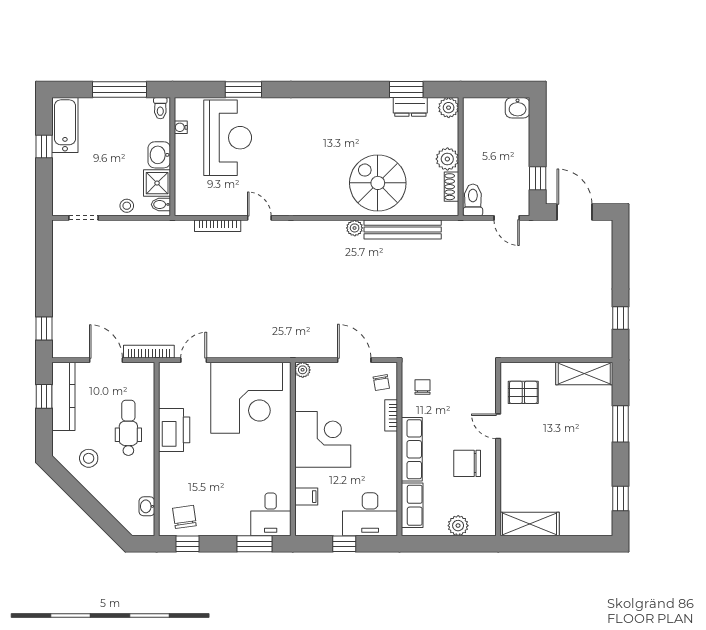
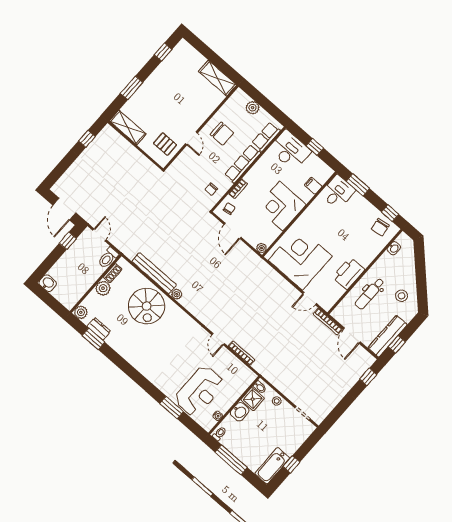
reception desk: (228, 138) -> (200, 391), turned 180

